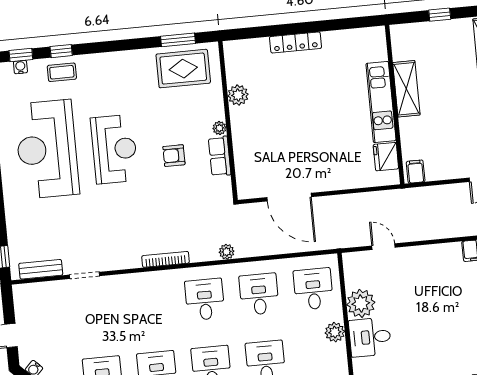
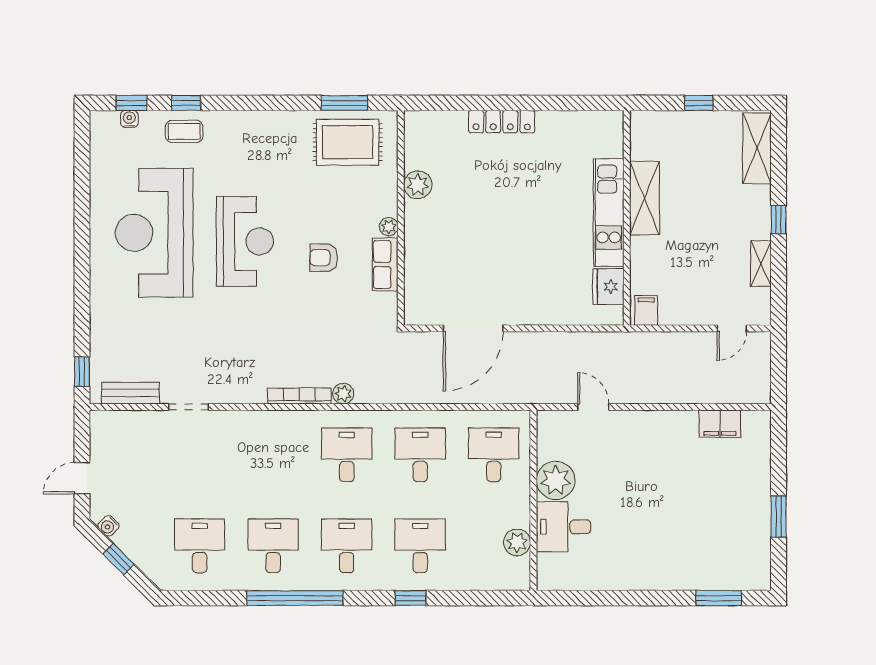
door: (289, 197) -> (473, 328), hinge flipped
plant: (227, 252) -> (343, 394), moved
plant: (335, 332) -> (517, 542), moved

